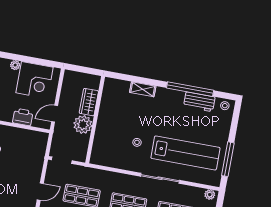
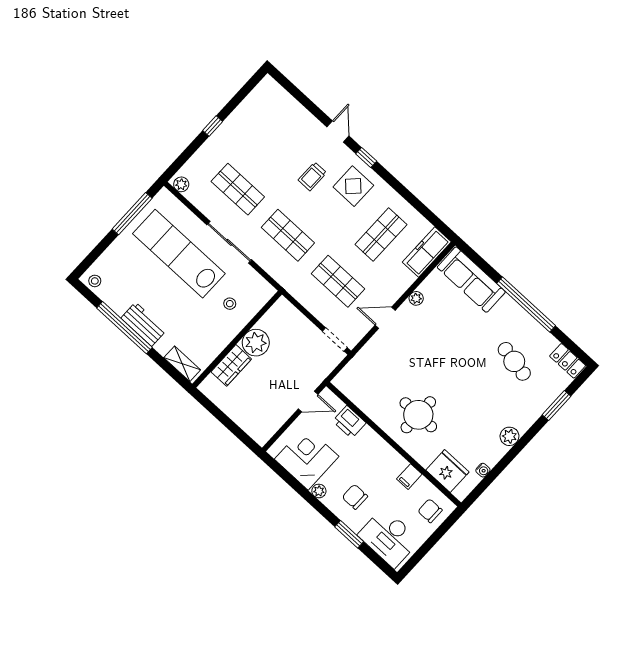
wardrobe: (89, 102) -> (231, 365), moved
workbench: (199, 102) -> (144, 324), moved
wall: (95, 120) -> (237, 339), moved
plant: (83, 125) -> (256, 343), moved

